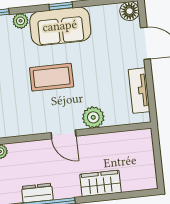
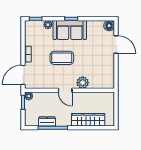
tv unit: (139, 91) -> (110, 70), removed
wardrobe: (100, 183) -> (88, 120), width x1.50

